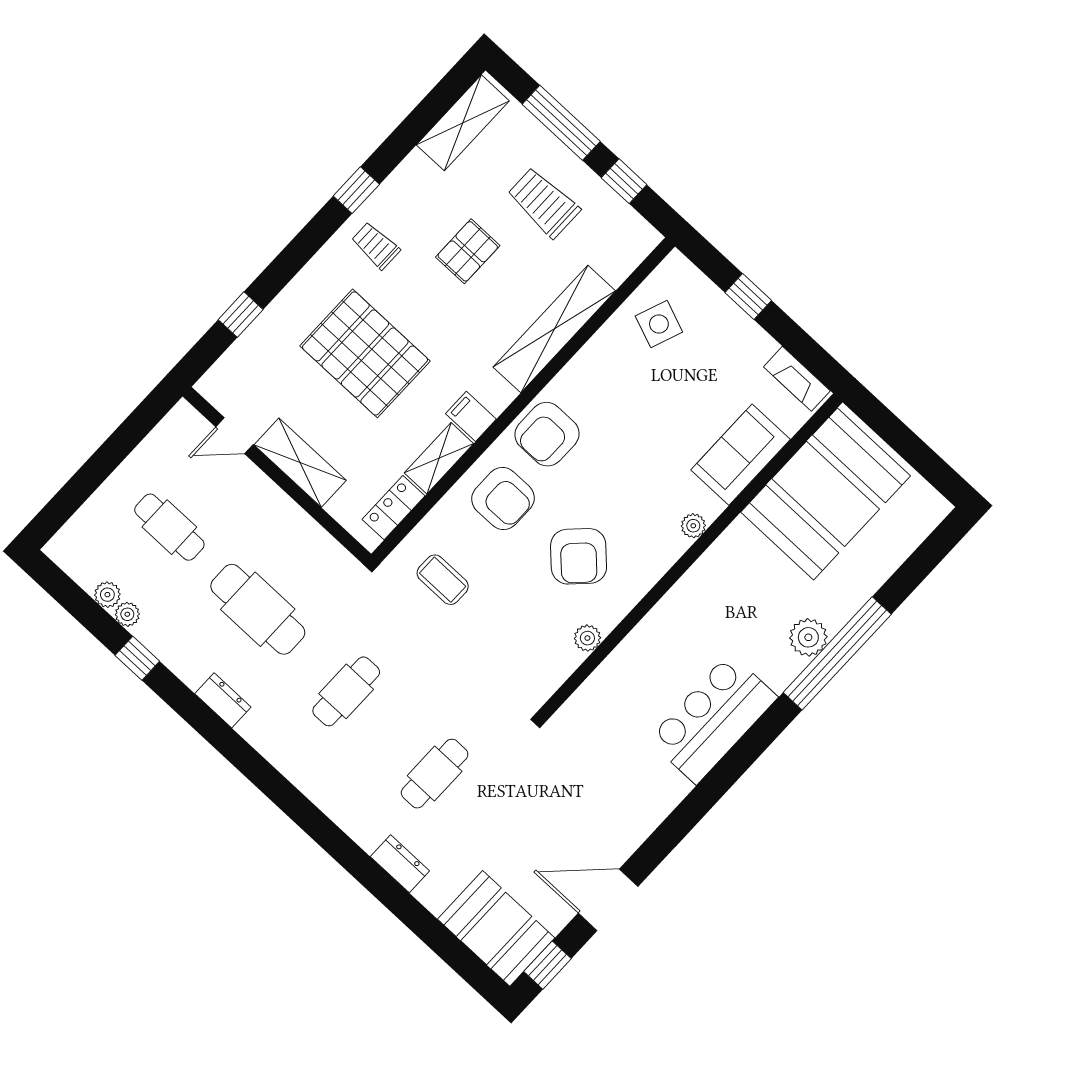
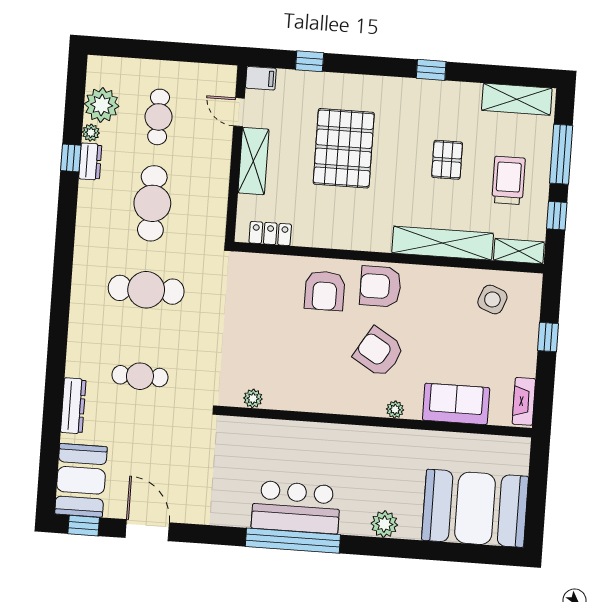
trolley: (376, 246) -> (409, 106), removed
pallet: (468, 251) -> (447, 160), turned 90
filing cabinet: (471, 416) -> (261, 78), moved, turned 90
shelving: (439, 458) -> (519, 251), moved
booth: (826, 494) -> (475, 508), moved
armchair: (579, 556) -> (379, 352), moved, turned 76
coffee table: (443, 580) -> (252, 293), removed
plant: (107, 595) -> (102, 105), width x1.87, depth x1.87
plant: (587, 638) -> (253, 399), moved
window: (837, 653) -> (293, 541), moved
cafe table: (346, 691) -> (146, 290), width x1.37, depth x1.35
dresser: (223, 700) -> (90, 161), moved
dresser: (400, 864) -> (73, 406), width x1.44

